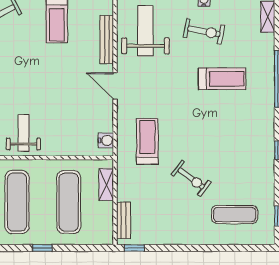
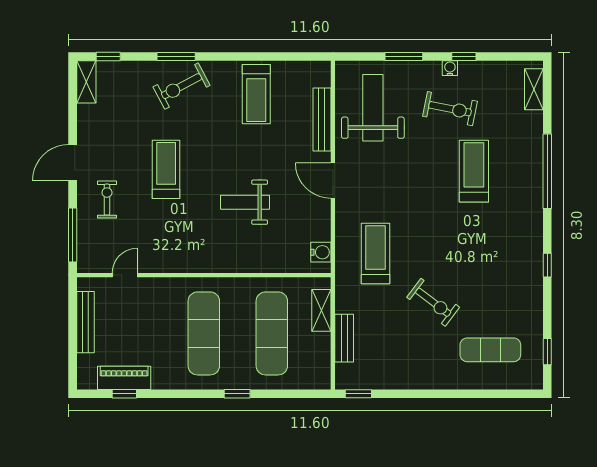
treadmill: (222, 79) -> (474, 171), turned -90
weight bench: (24, 133) -> (245, 202), moved, turned -90
bench: (124, 220) -> (344, 338), moved

